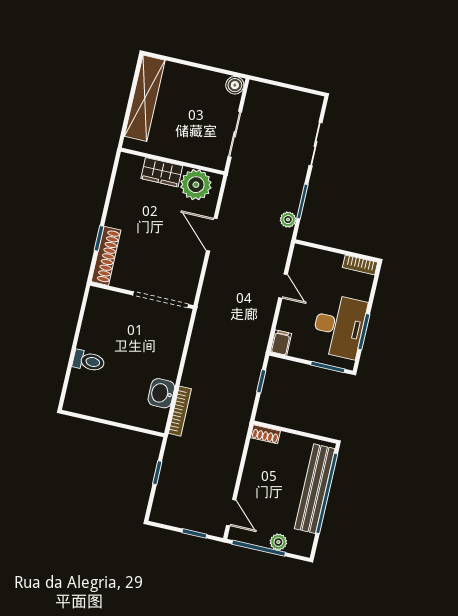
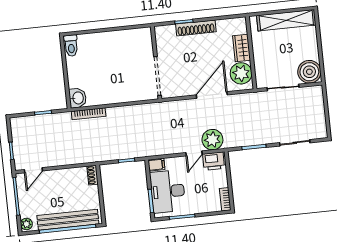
boiler: (235, 85) -> (309, 72), width x1.86, depth x1.86
plant: (288, 220) -> (212, 140), moved, width x1.88, depth x1.88
door: (212, 235) -> (212, 95), width x1.36
shoe rack: (106, 256) -> (196, 28), moved
printer: (303, 263) -> (214, 161), added
desk: (339, 326) -> (168, 191), moved, turned 90
toilet: (89, 361) -> (71, 46), moved
washbasin: (161, 393) -> (78, 98), moved, turned 90
plant: (278, 542) -> (26, 224), moved

